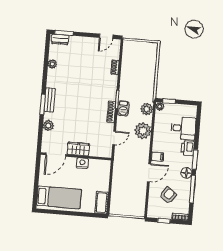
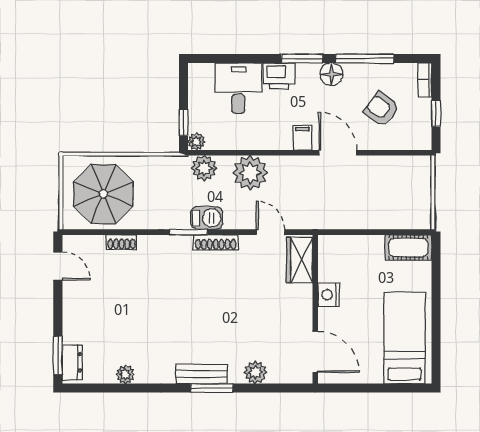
parasol: (139, 61) -> (103, 194), added
wardrobe: (78, 149) -> (299, 260), moved

